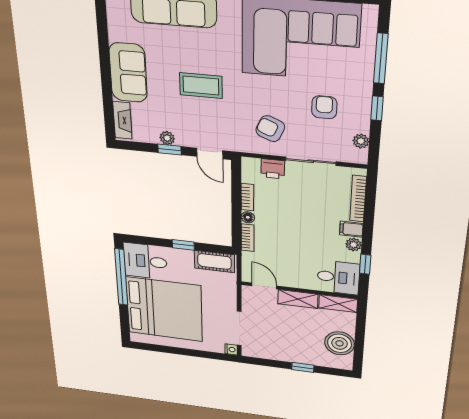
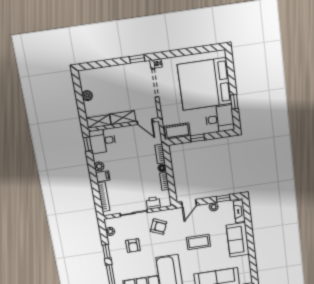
window: (170, 150) -> (223, 198), moved
door: (210, 153) -> (189, 203), swing flipped
window: (365, 264) -> (88, 144), moved
window: (121, 277) -> (234, 102), width x0.32
boiler: (340, 343) -> (87, 96), width x0.54, depth x0.54
window: (303, 367) -> (137, 59), moved

